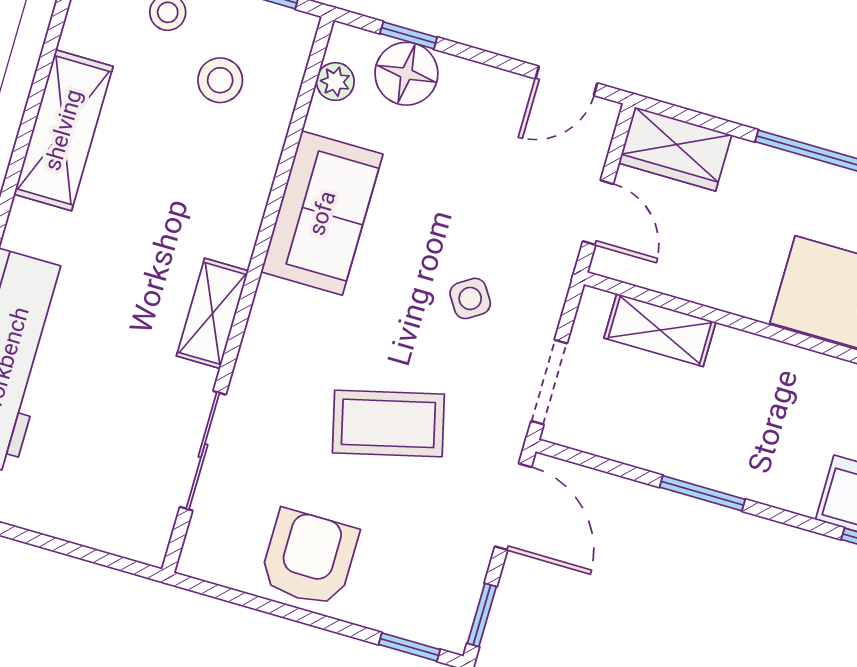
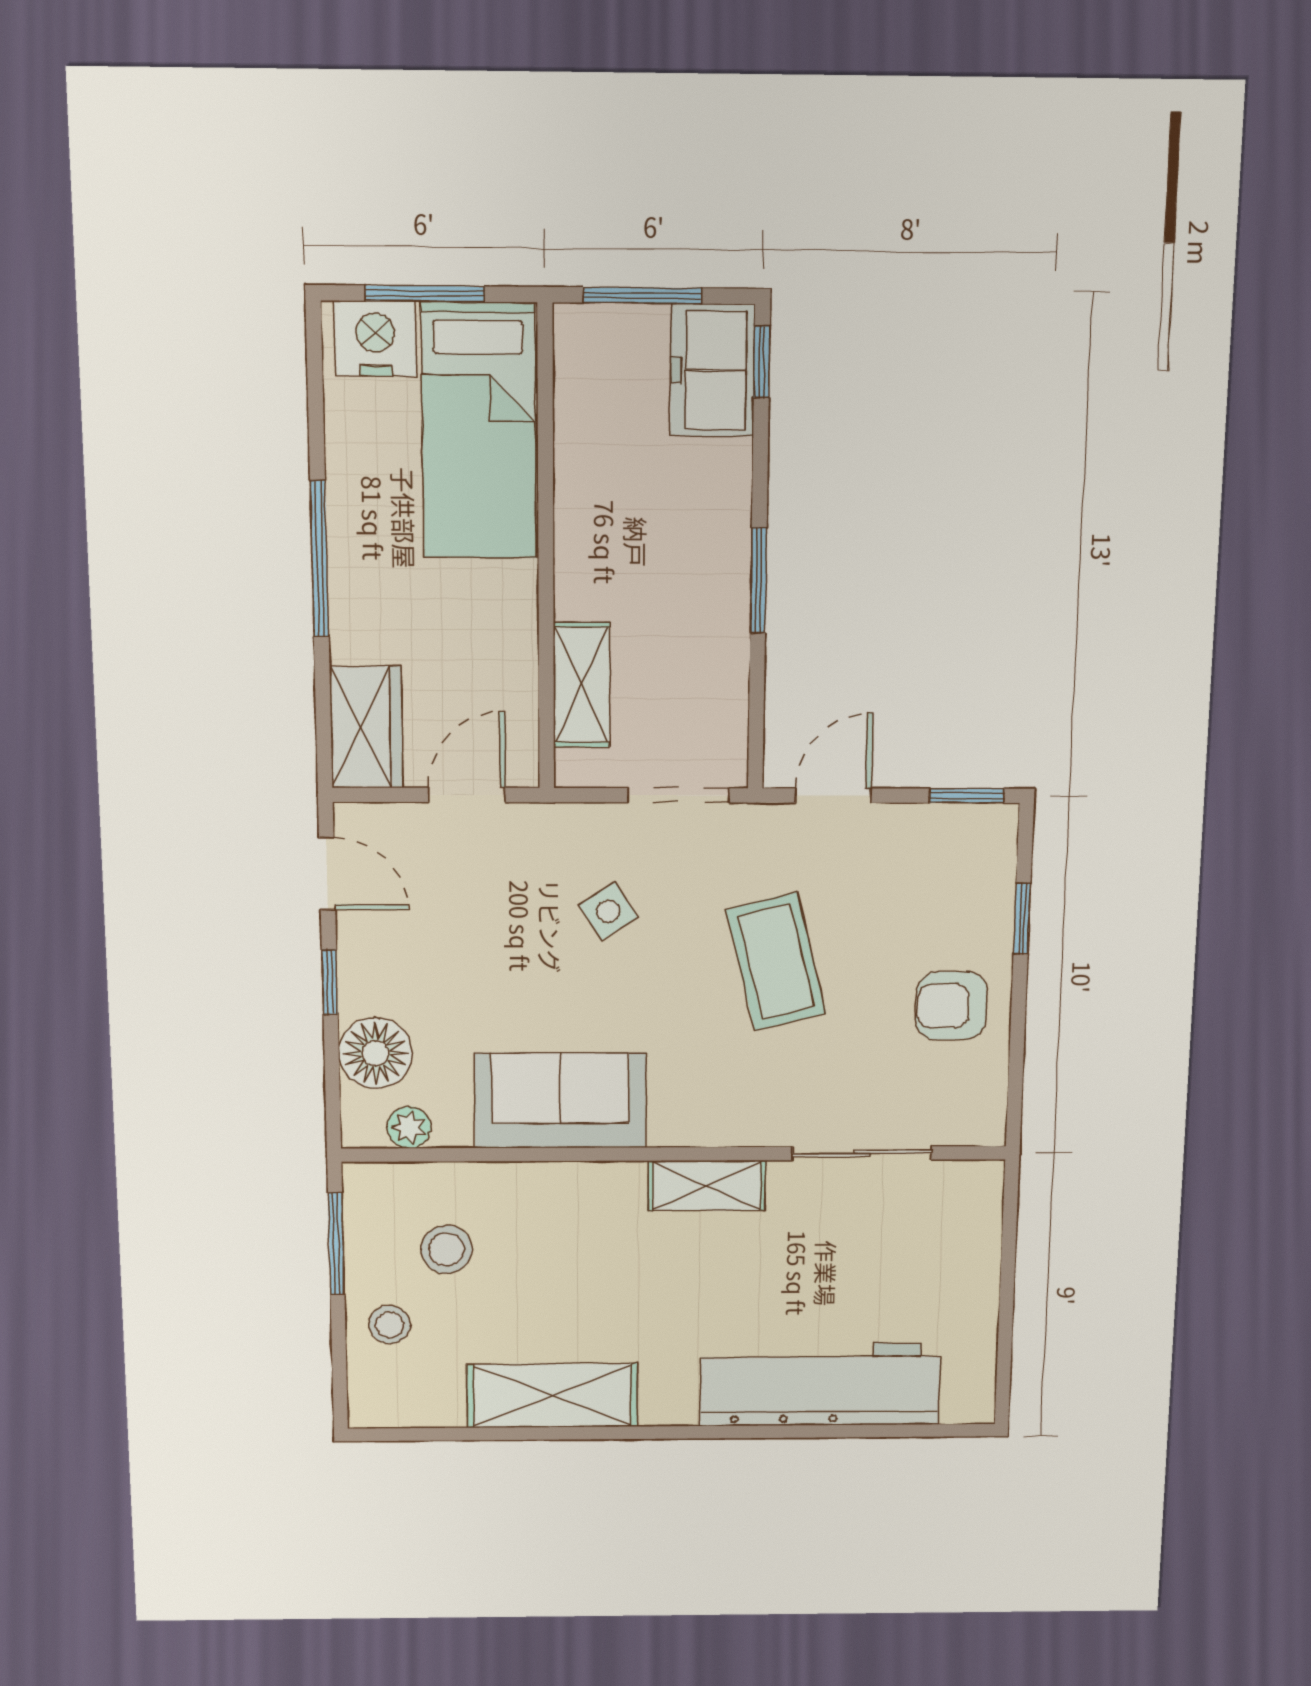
window: (409, 35) -> (330, 982), moved
door: (513, 507) -> (833, 795), width x0.73
armchair: (309, 558) -> (951, 1006), width x0.72, depth x0.72
window: (409, 647) -> (1022, 919), moved

